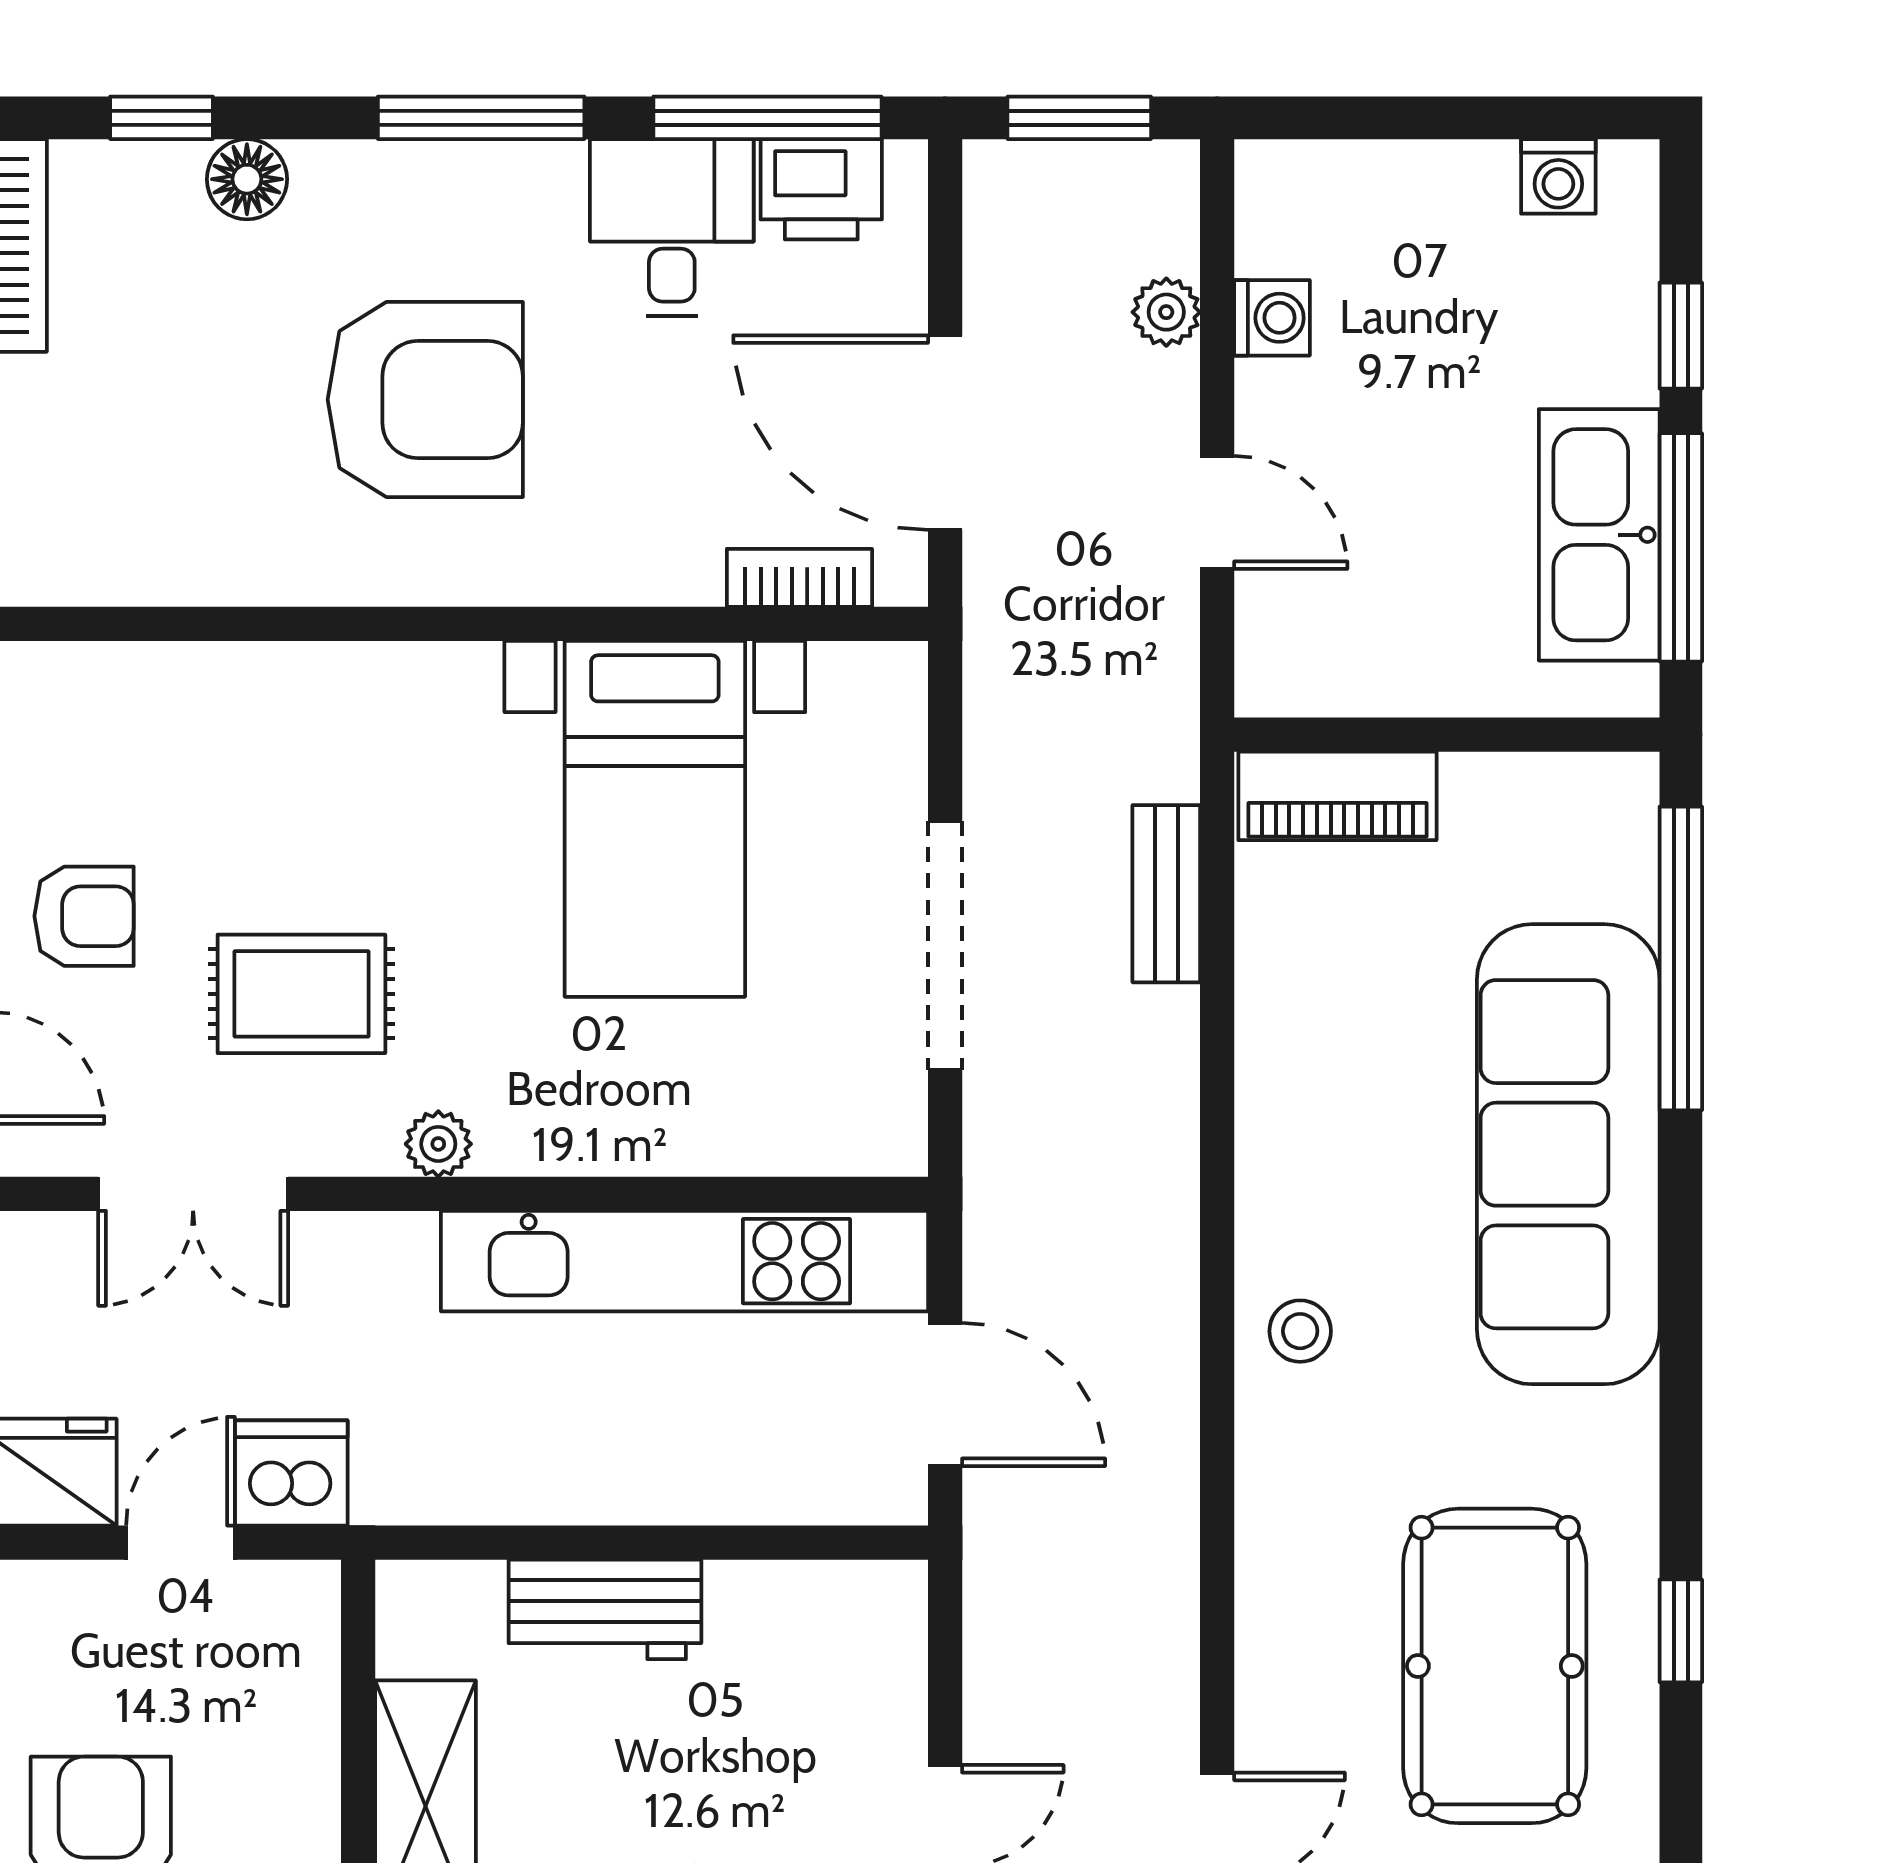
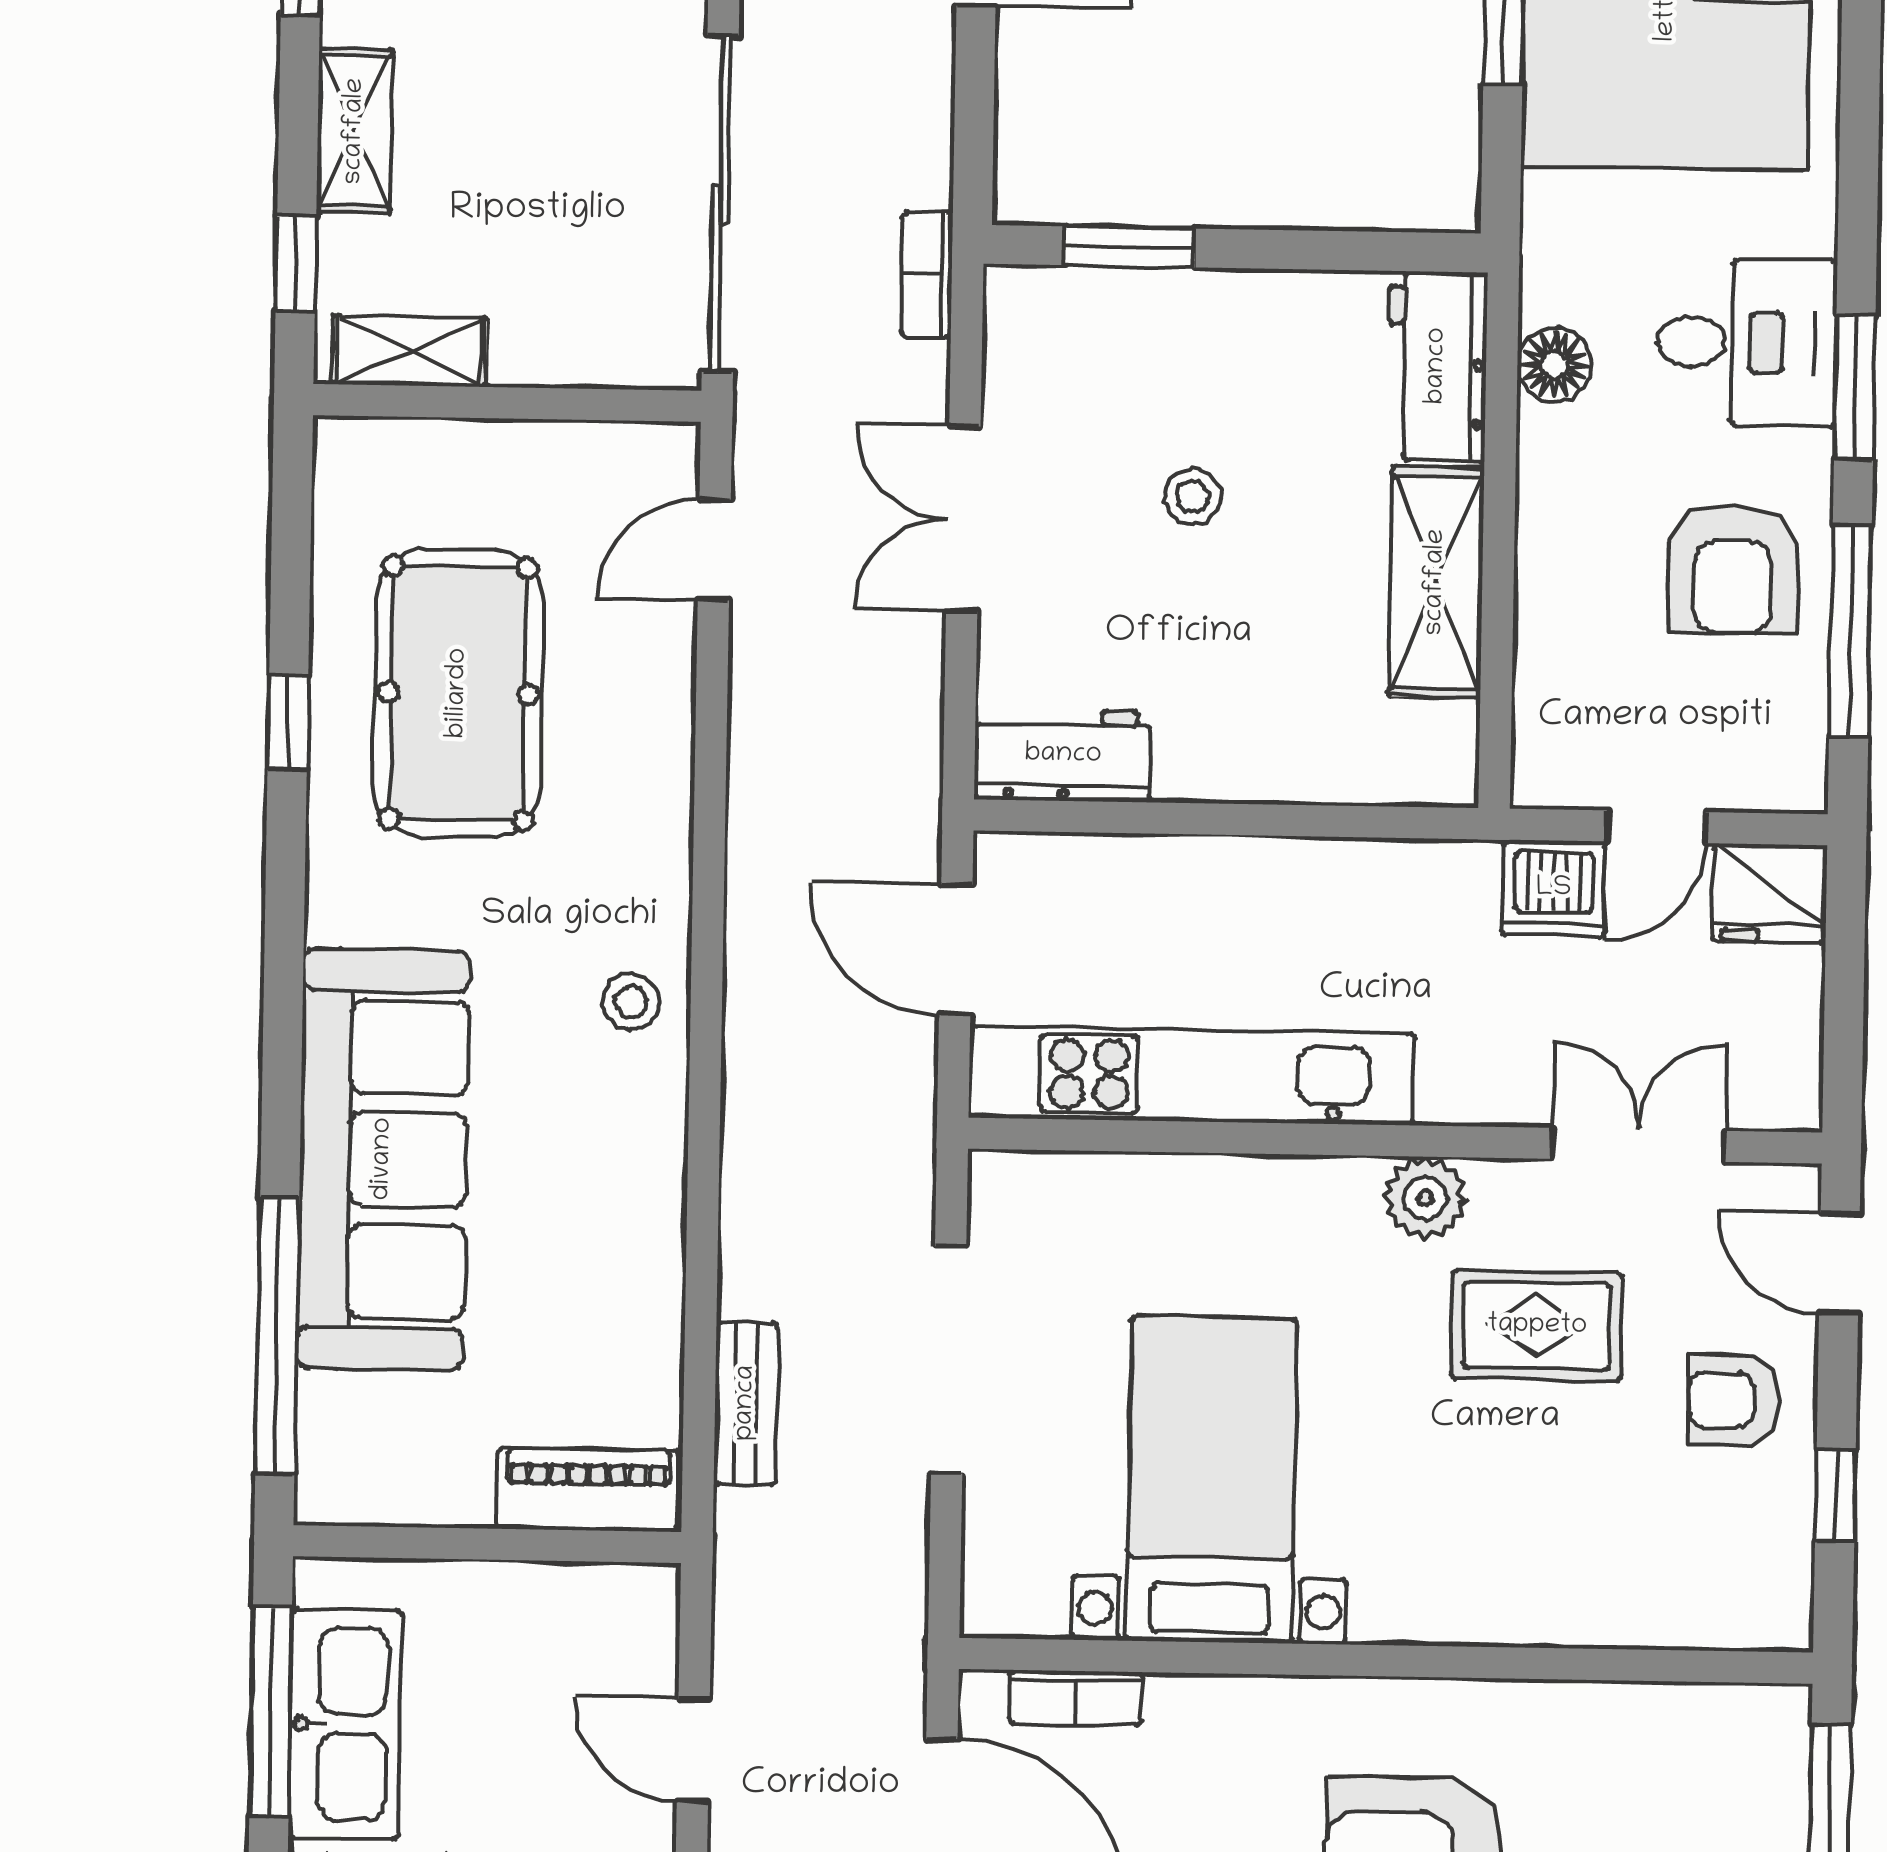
plant: (438, 1144) -> (1425, 1198), width x1.38, depth x1.38
workbench: (605, 1609) -> (1063, 755), moved

